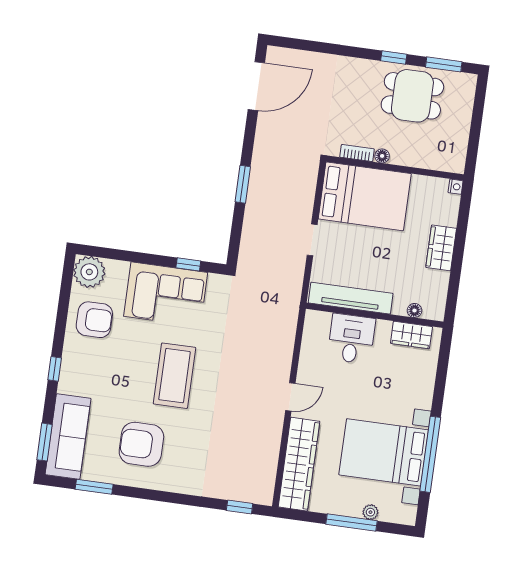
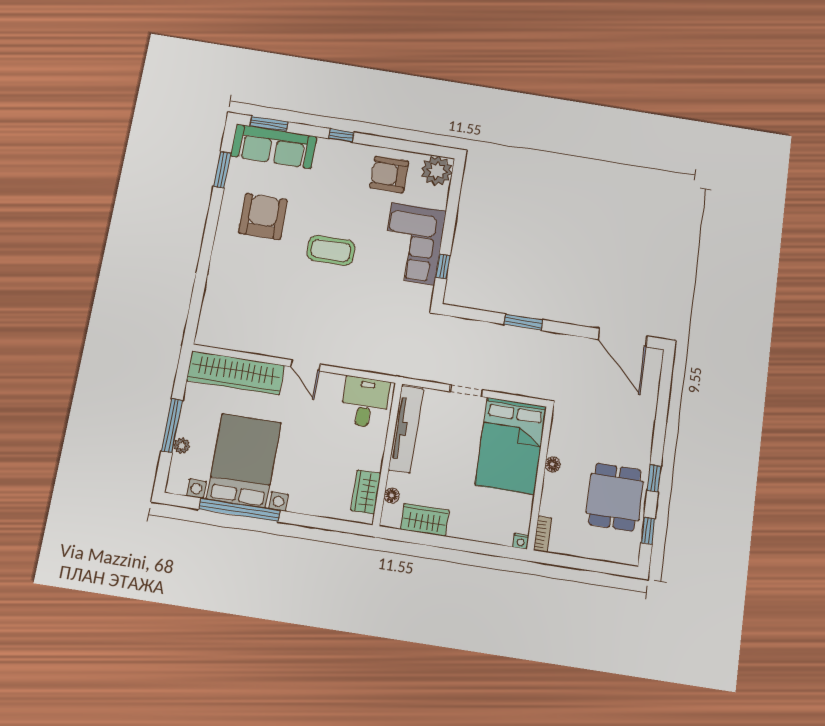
window: (444, 64) -> (648, 531), width x0.67
bookcase: (357, 153) -> (543, 534), moved
wardrobe: (441, 248) -> (425, 520), moved
armchair: (94, 320) -> (389, 174), turned 90
desk: (351, 339) -> (365, 402), moved, turned -90
coffee table: (175, 376) -> (331, 250), width x0.73, depth x0.76
window: (240, 507) -> (194, 312), removed

